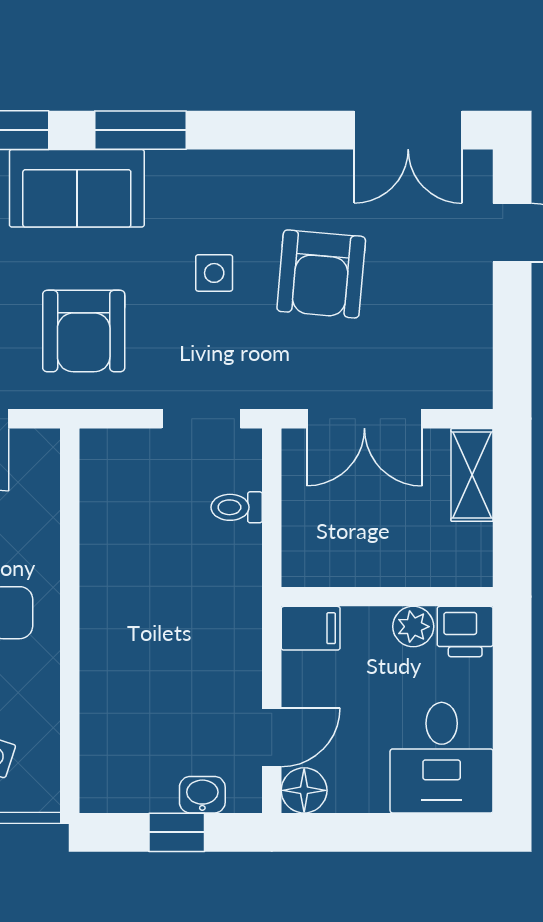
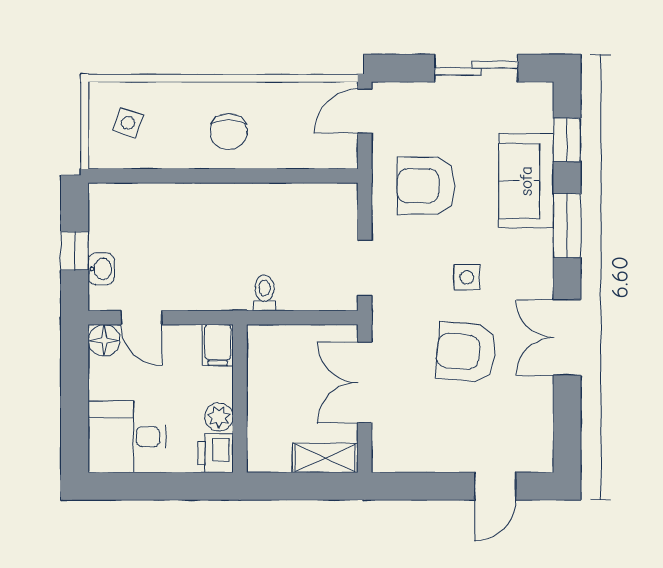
double door: (408, 130) -> (567, 338), moved
toilet: (237, 507) -> (264, 293), moved

